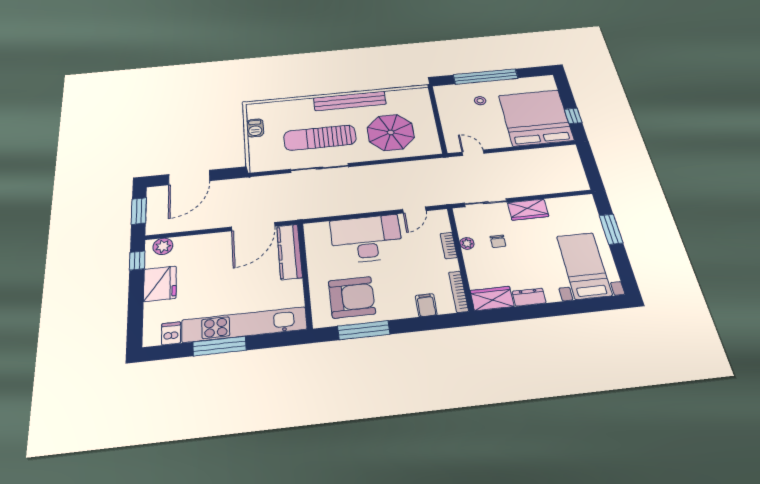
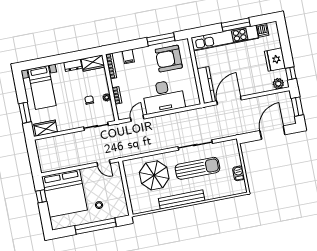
wardrobe: (528, 210) -> (46, 128), moved

